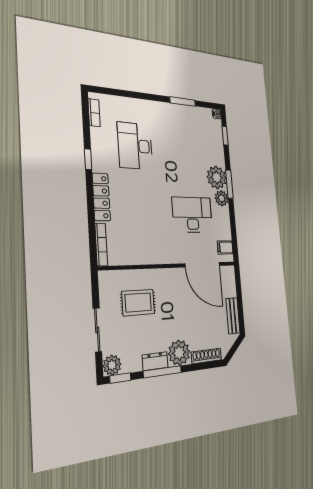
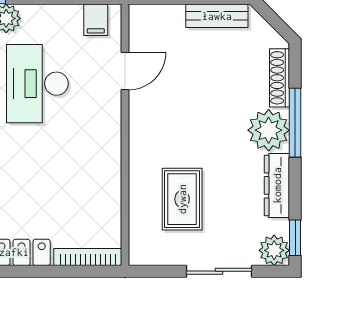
door: (202, 265) -> (125, 71), width x0.53
dresser: (155, 361) -> (277, 185), width x1.44
window: (162, 372) -> (295, 123), moved

